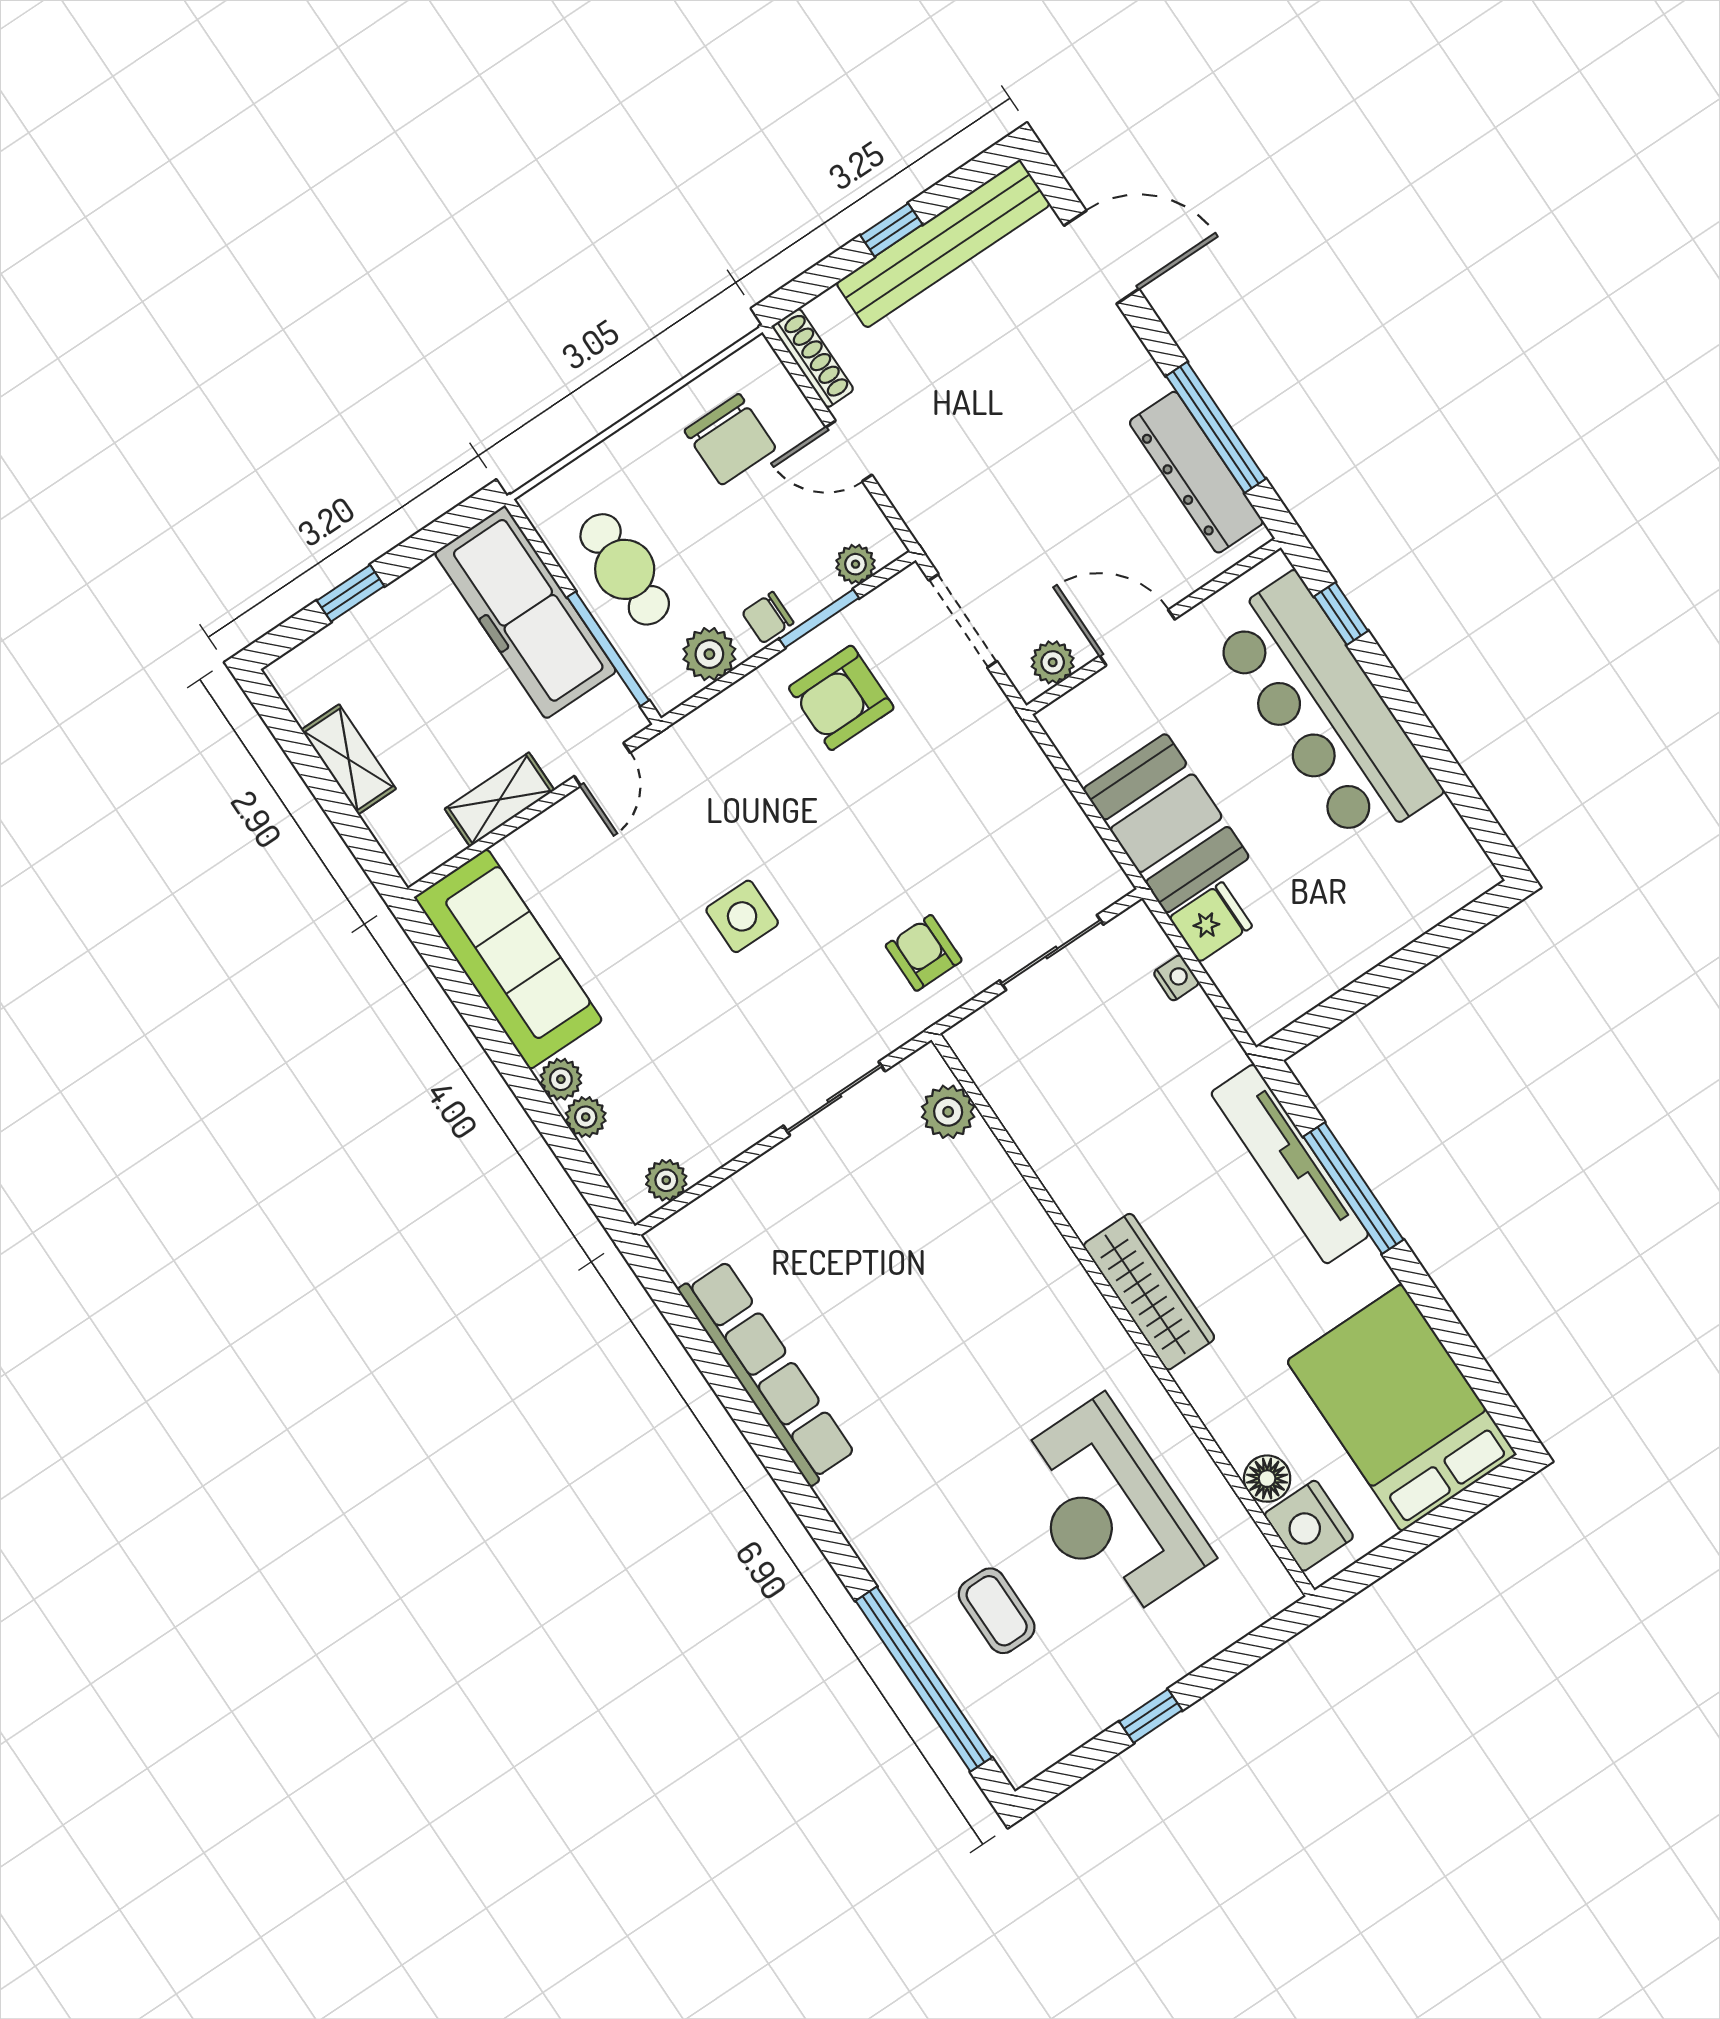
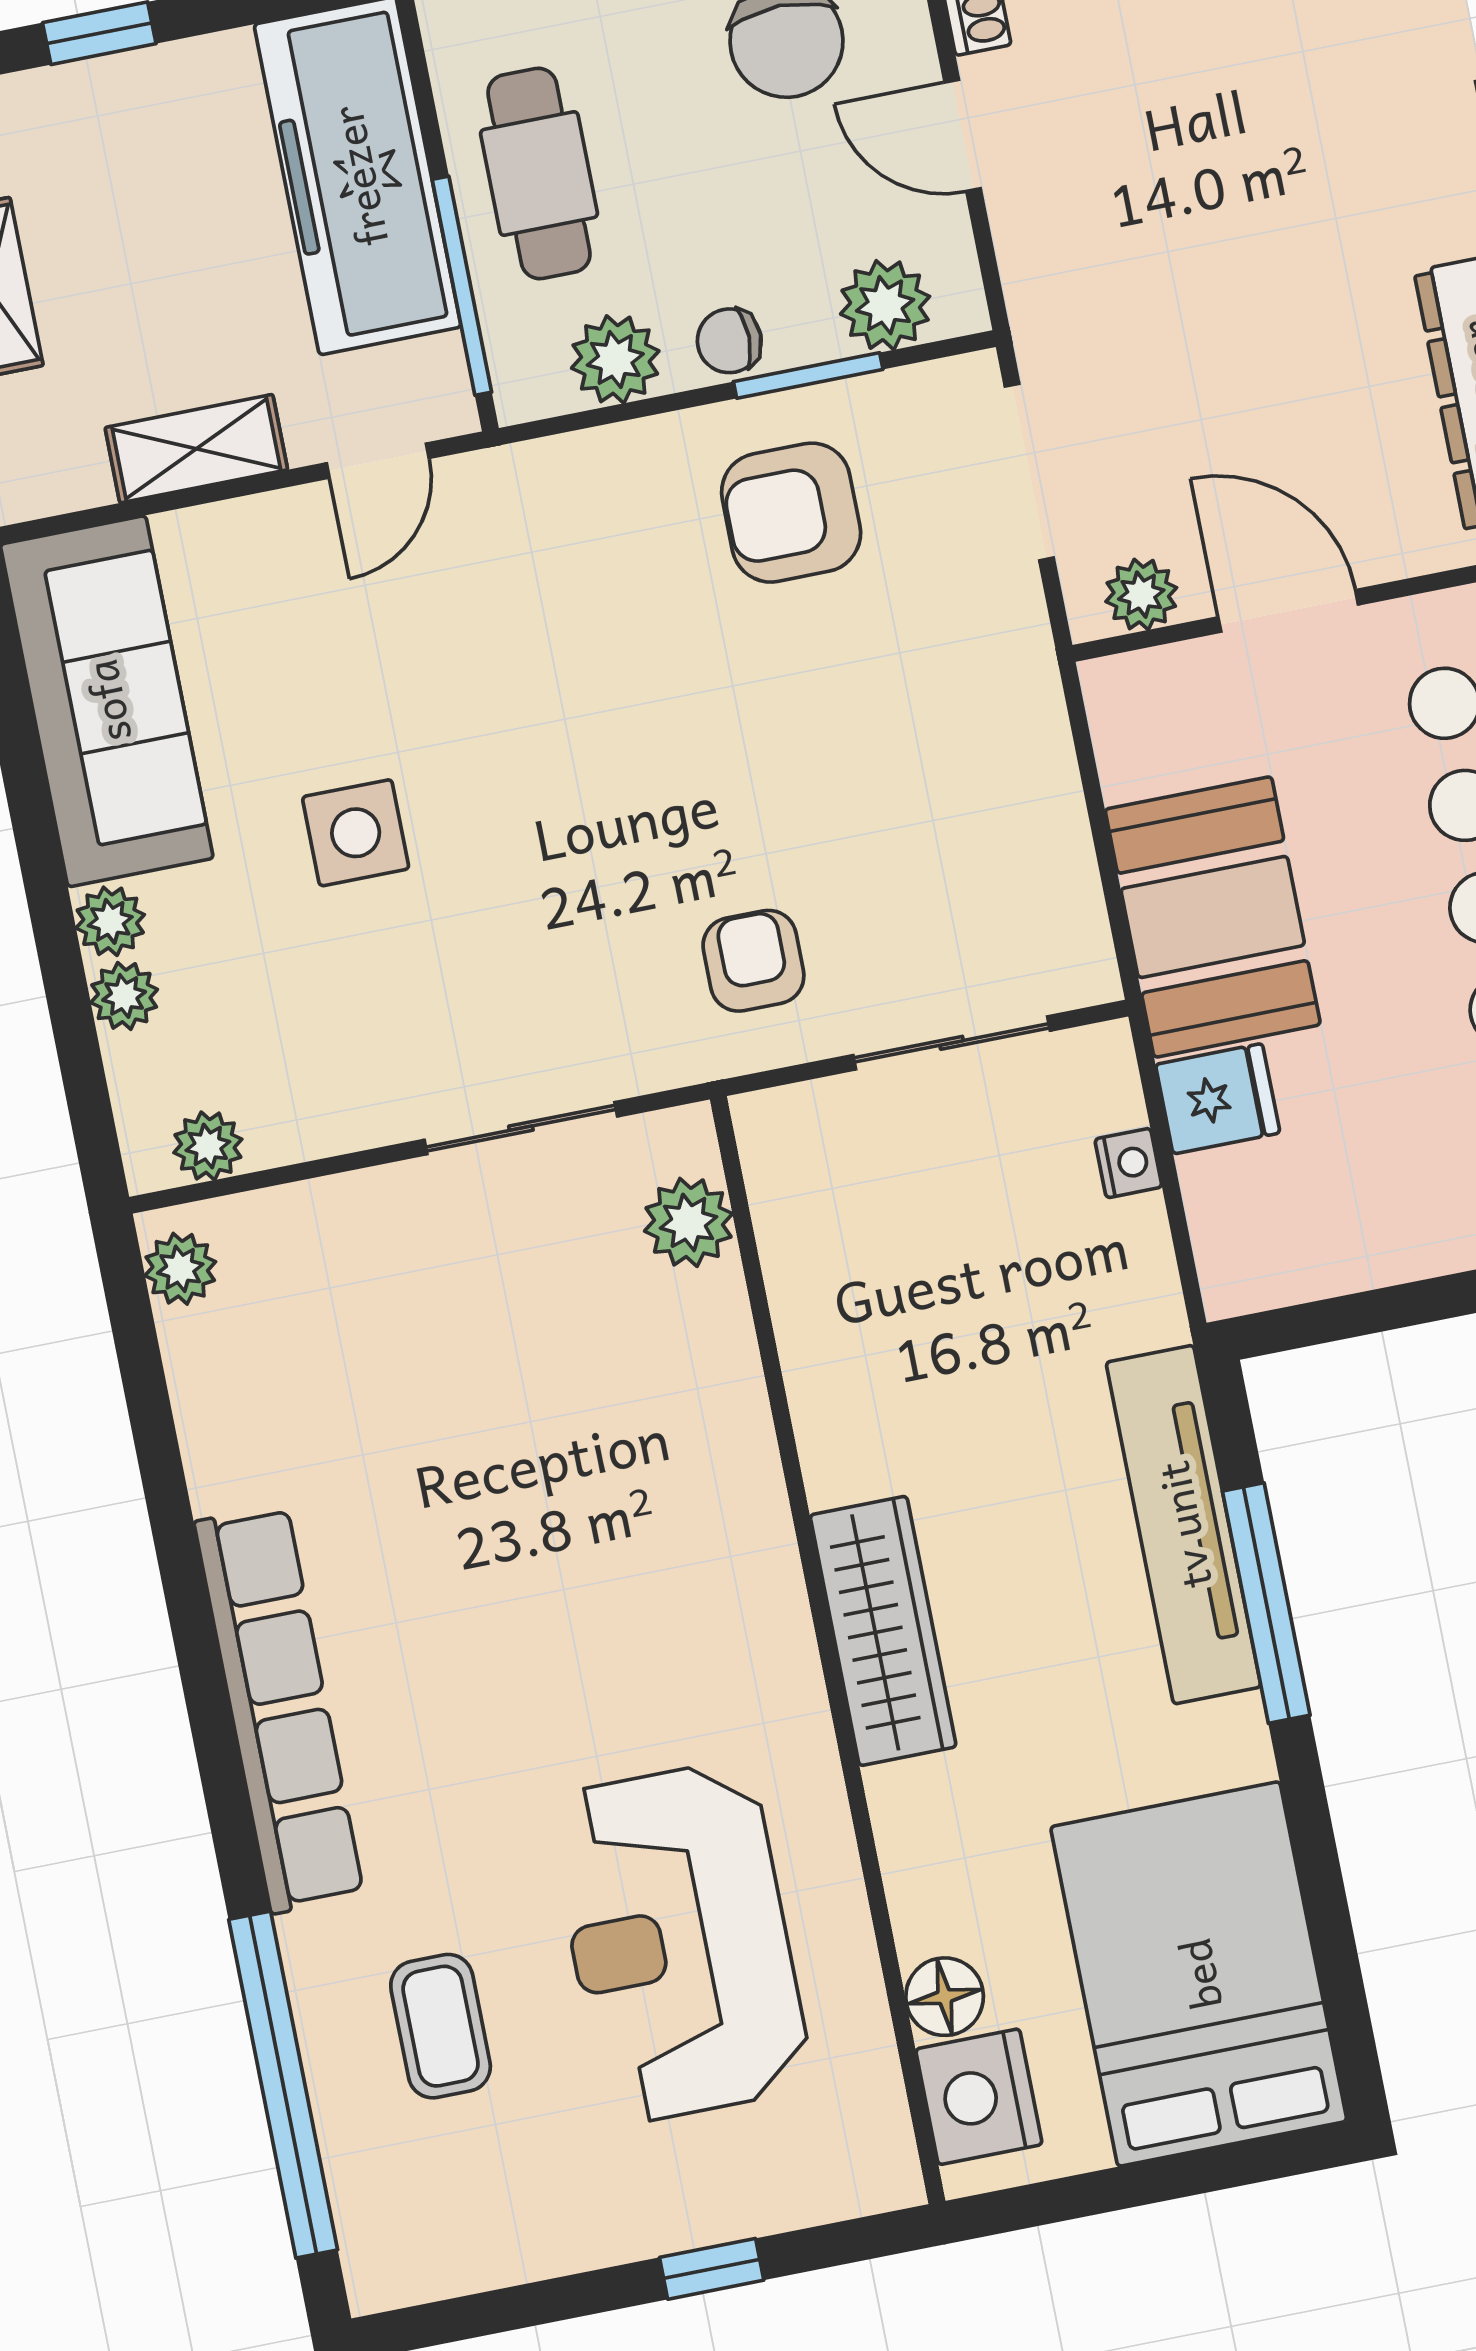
plant: (855, 564) -> (885, 305), width x1.38, depth x1.38
side table: (742, 916) -> (356, 833), moved
plant: (679, 1254) -> (180, 1269), added
row of seats: (767, 1372) -> (279, 1709), moved
window: (1151, 1716) -> (712, 2269), moved

